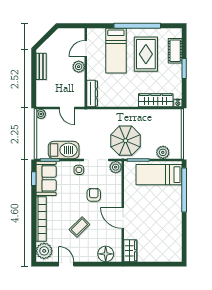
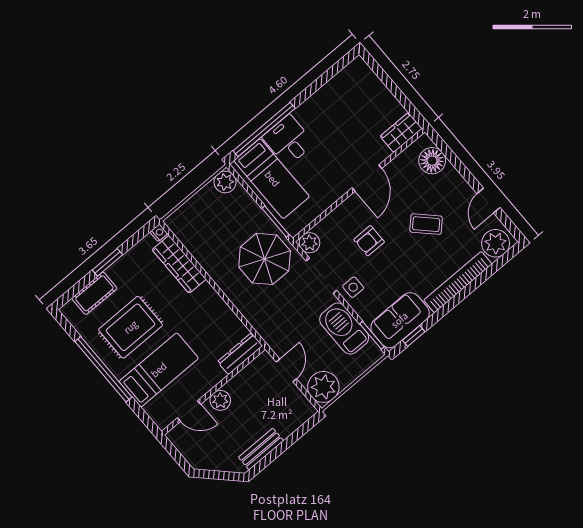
plant: (41, 114) -> (323, 387), width x1.88, depth x1.88
plant: (163, 152) -> (225, 182), moved
desk: (170, 197) -> (288, 140), added

